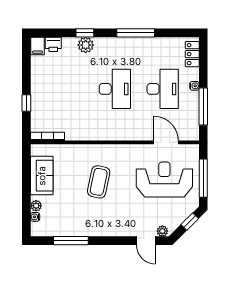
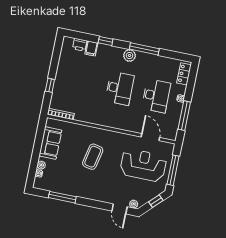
plant: (86, 45) -> (129, 56), moved
filing cabinet: (38, 46) -> (91, 48), moved

